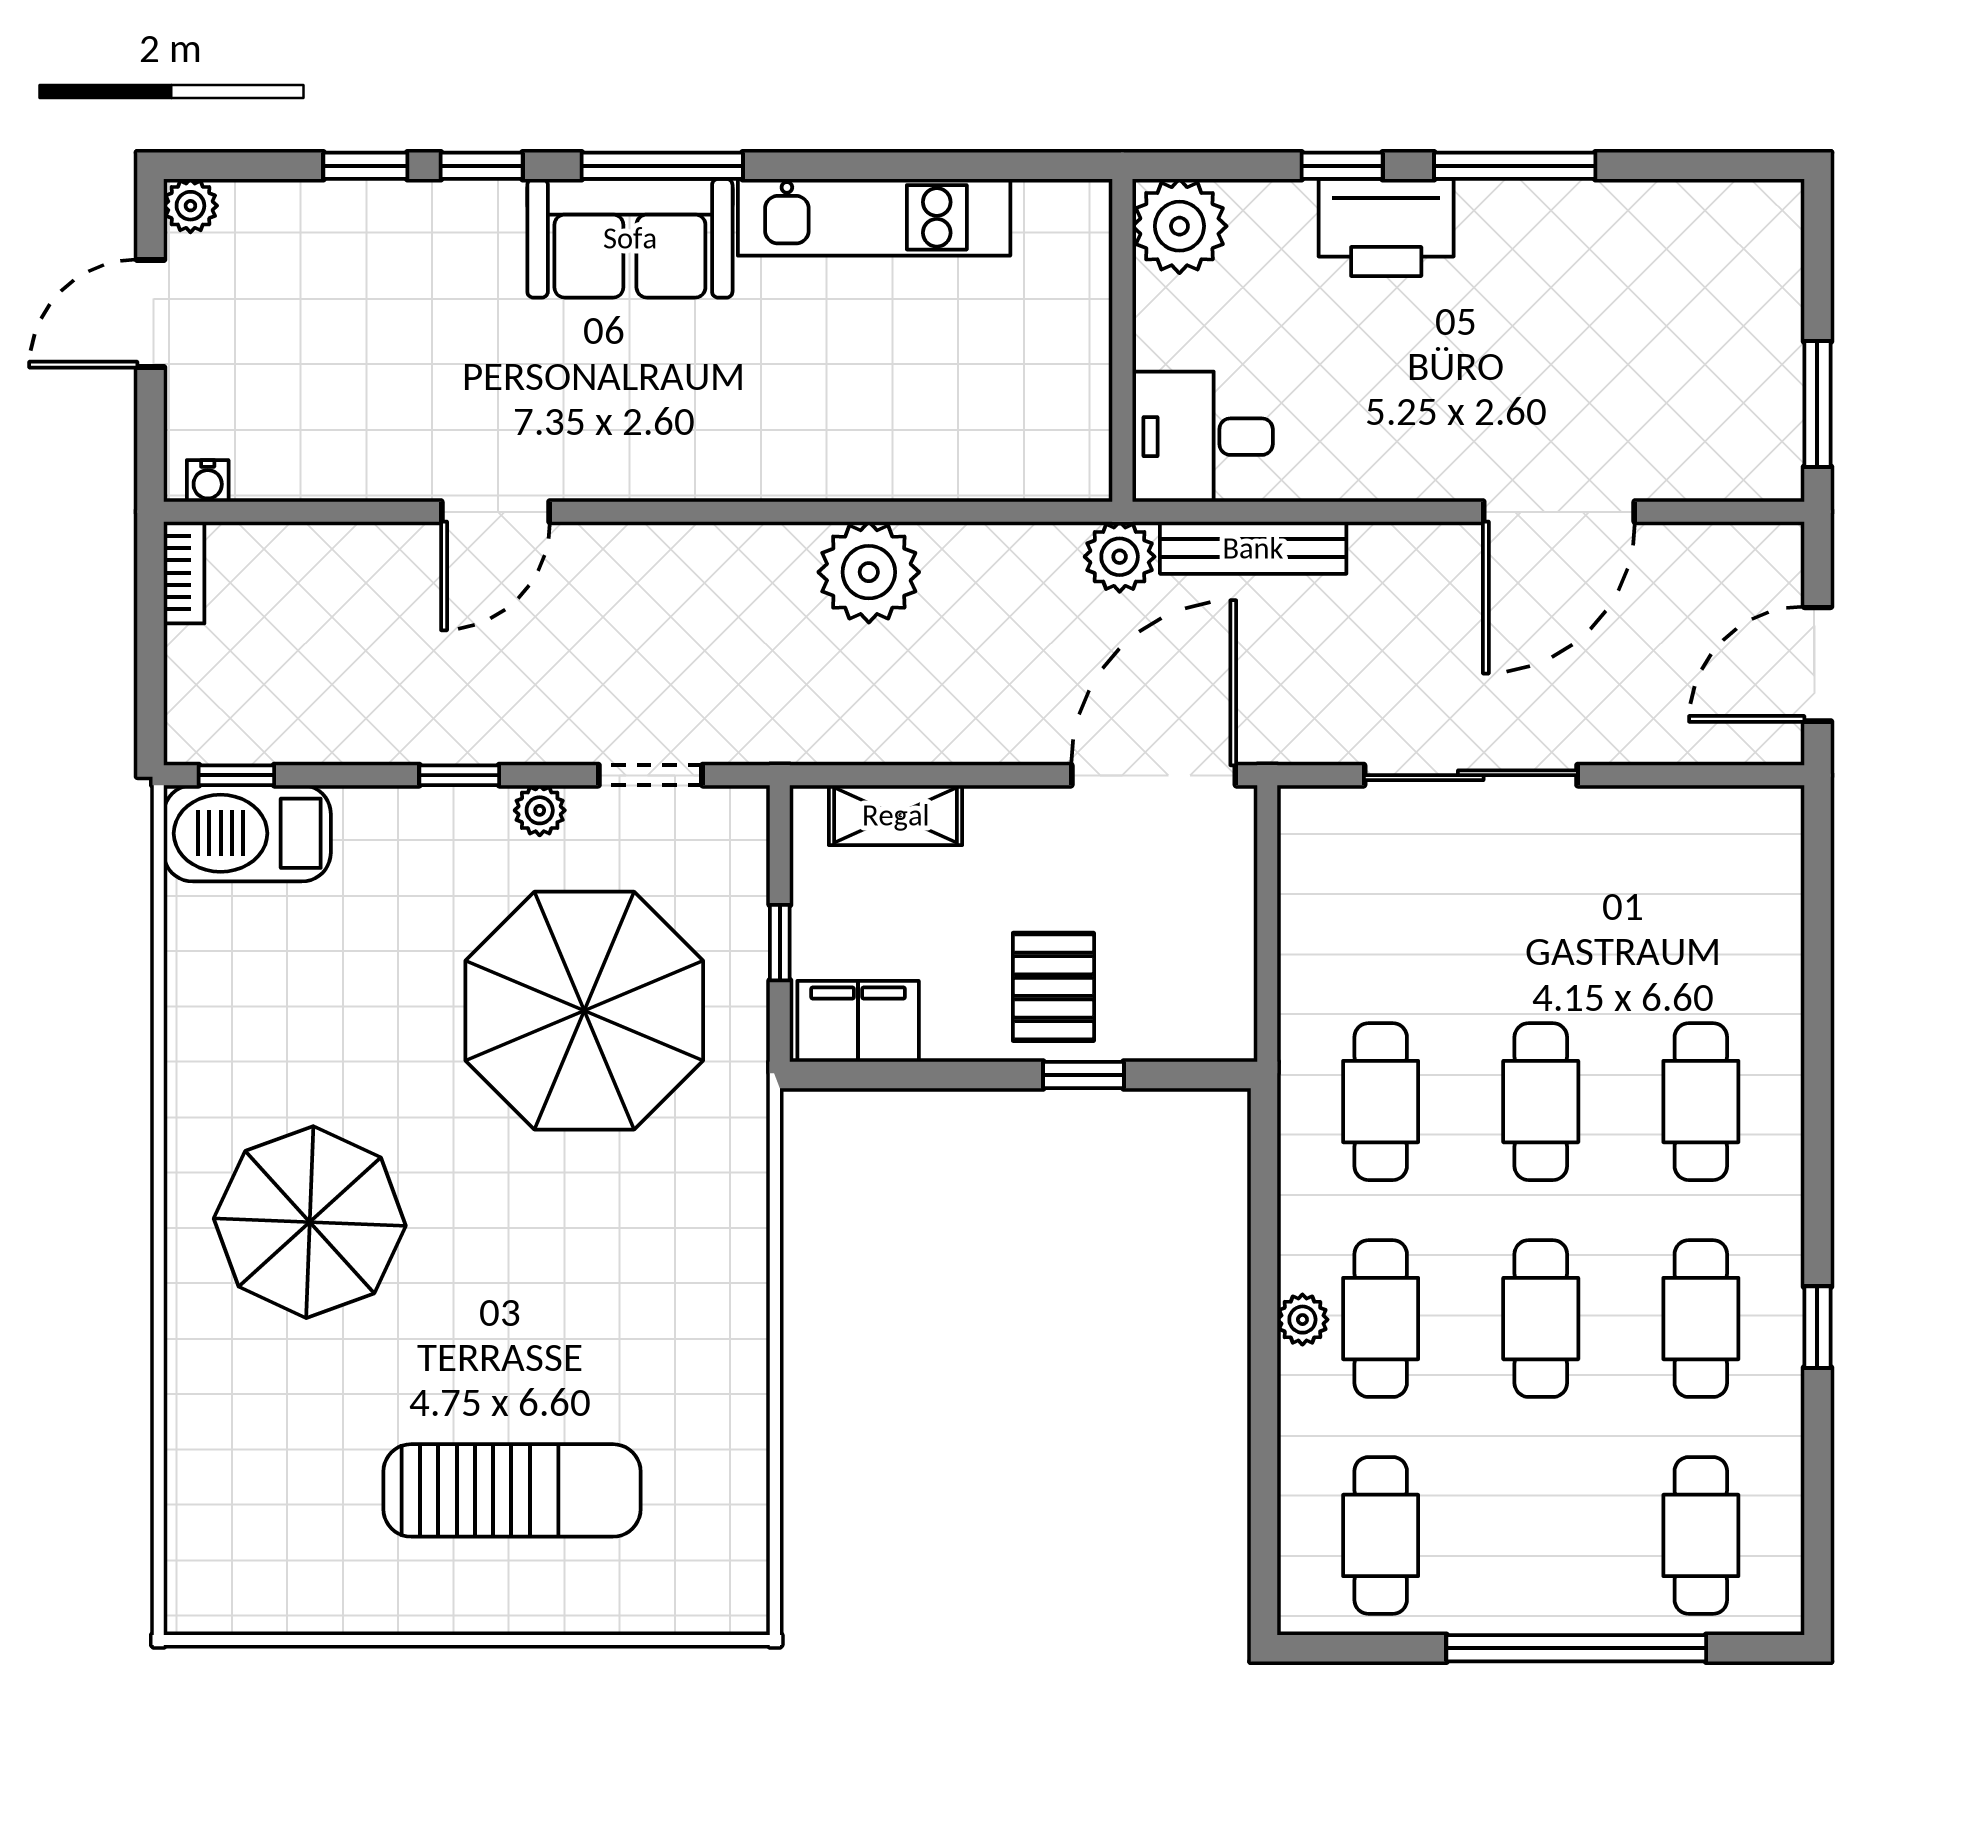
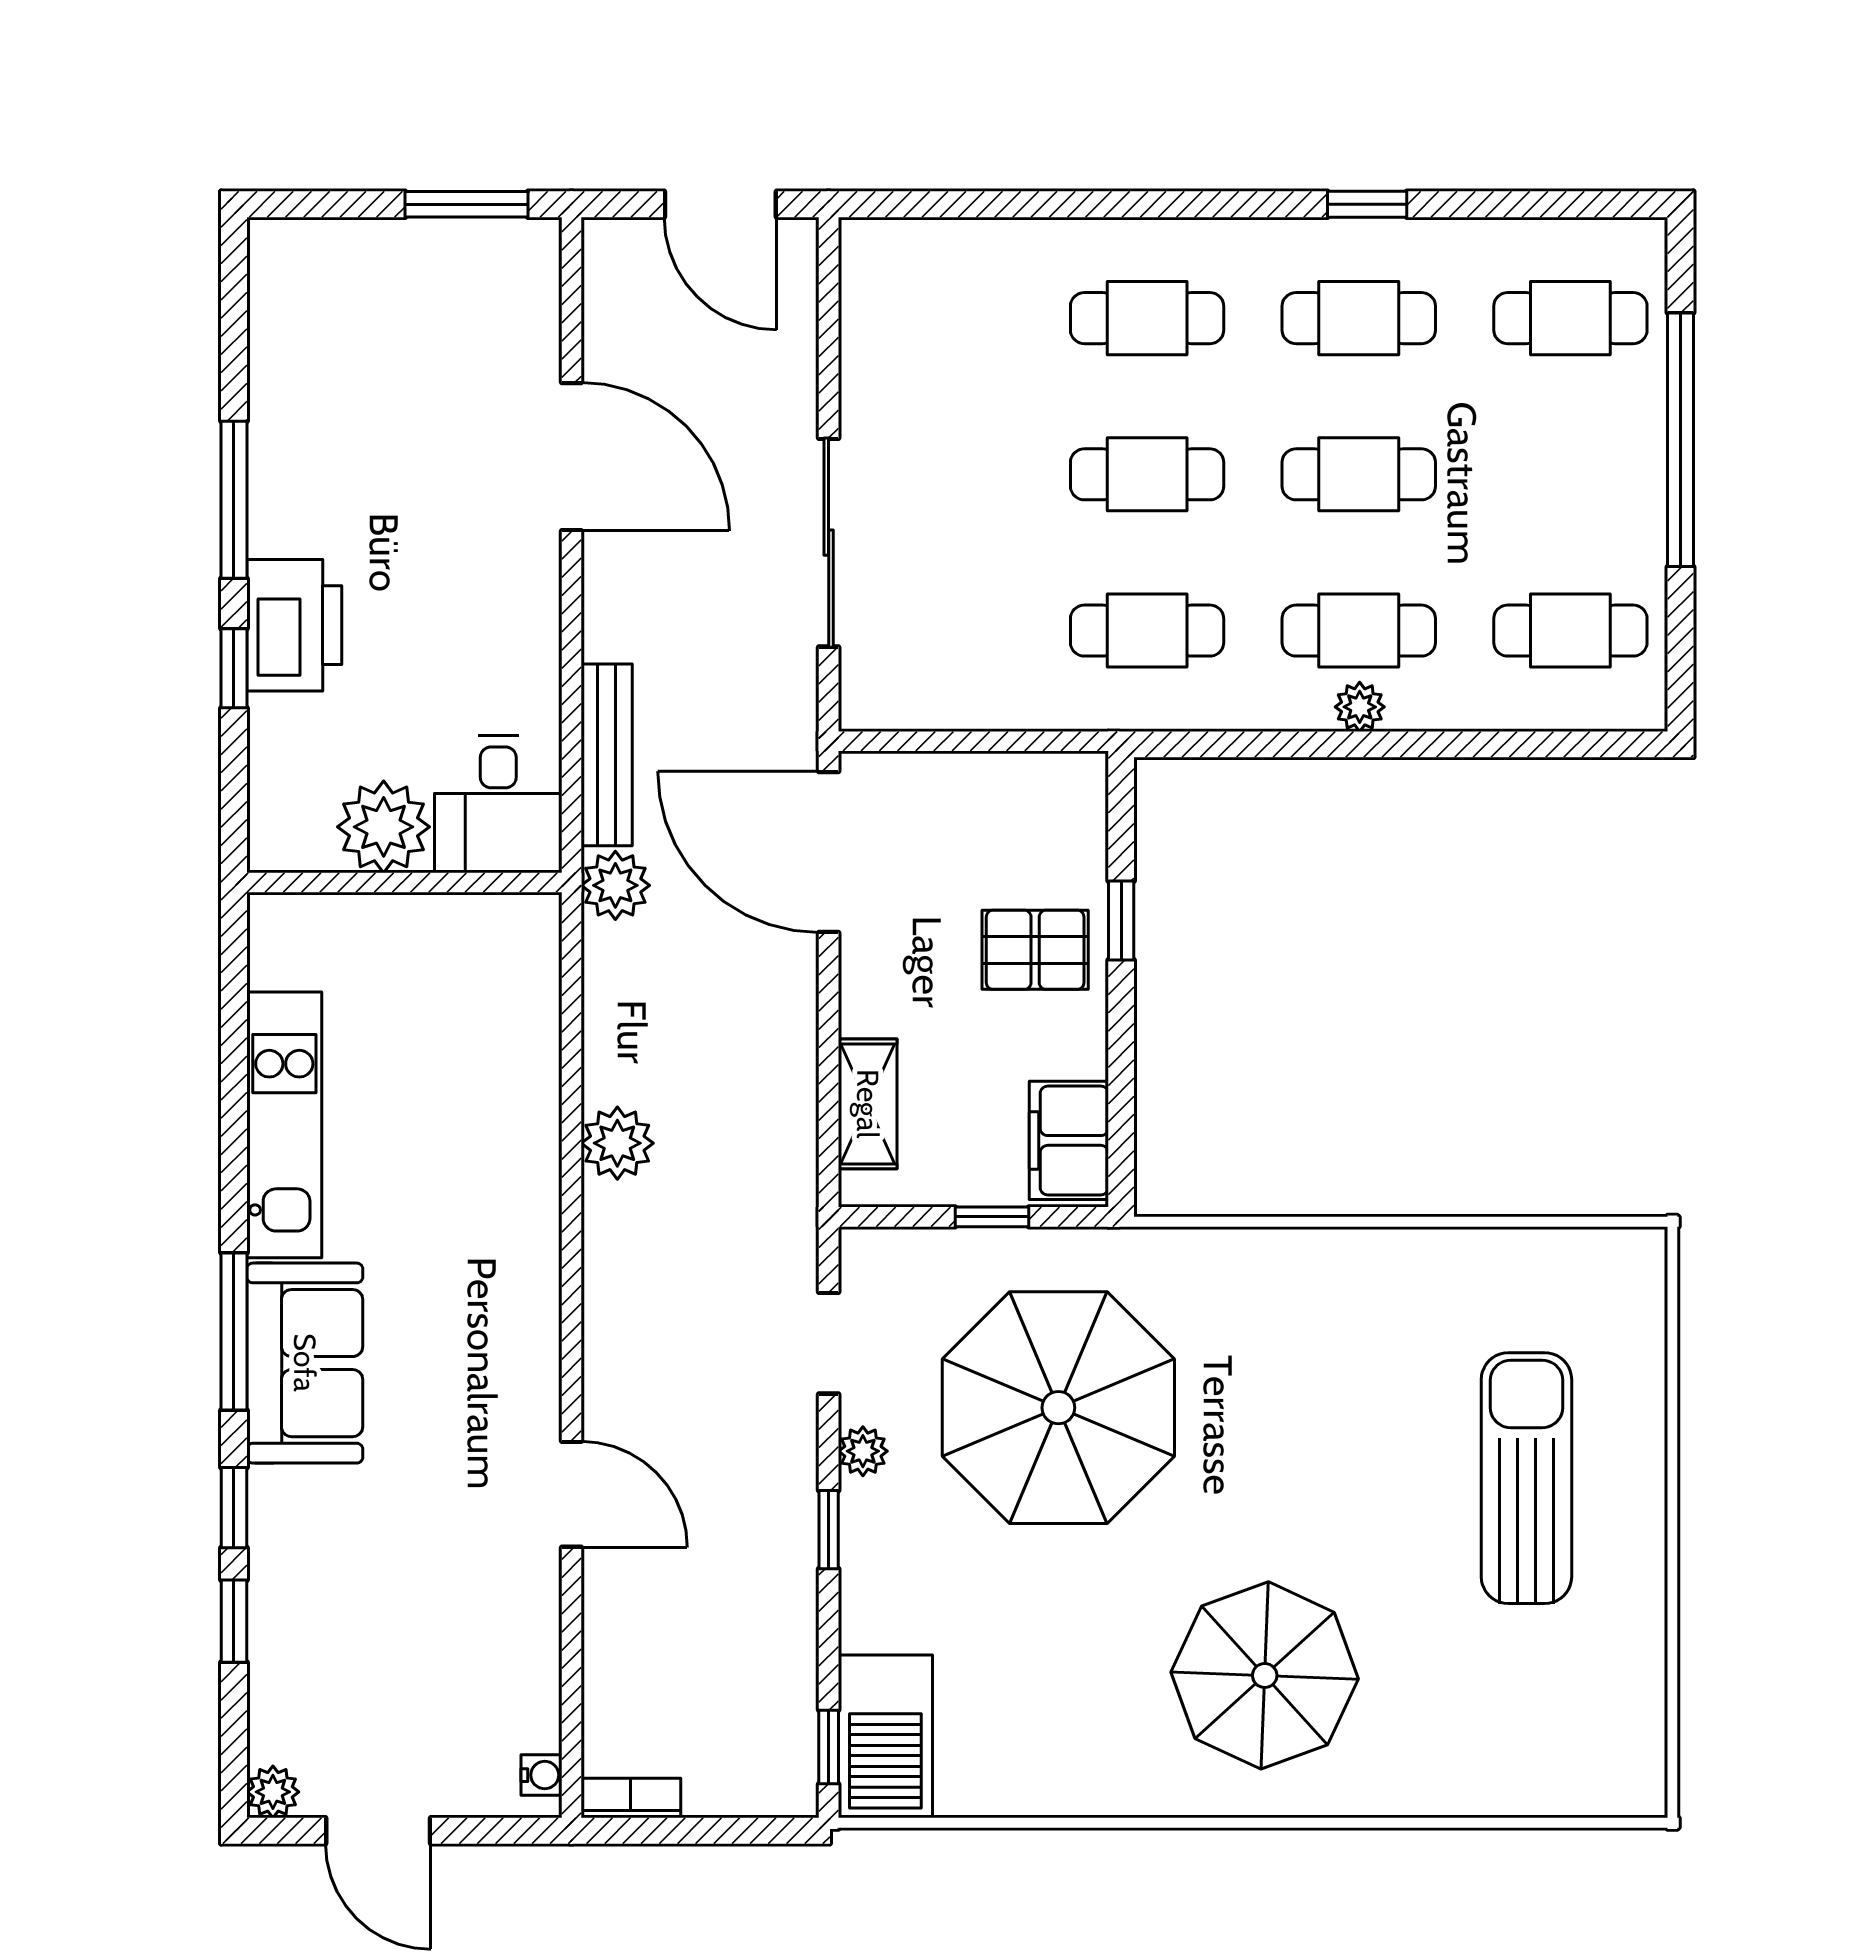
plant: (1179, 226) -> (384, 827), moved
plant: (869, 572) -> (617, 1143), width x0.73, depth x0.73

